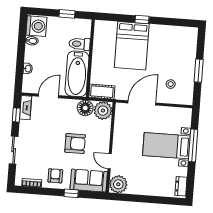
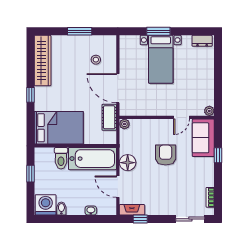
wardrobe: (174, 33) -> (43, 61), added
bed: (132, 46) -> (59, 128), moved
cot: (102, 92) -> (109, 117), moved
floor lamp: (85, 108) -> (128, 163), moved
plant: (103, 111) -> (124, 124), width x0.53, depth x0.53
window: (193, 145) -> (158, 31), width x0.69
sliding door: (14, 150) -> (190, 219), moved
armchair: (55, 176) -> (201, 173), removed
plant: (118, 184) -> (209, 111), width x0.53, depth x0.53

